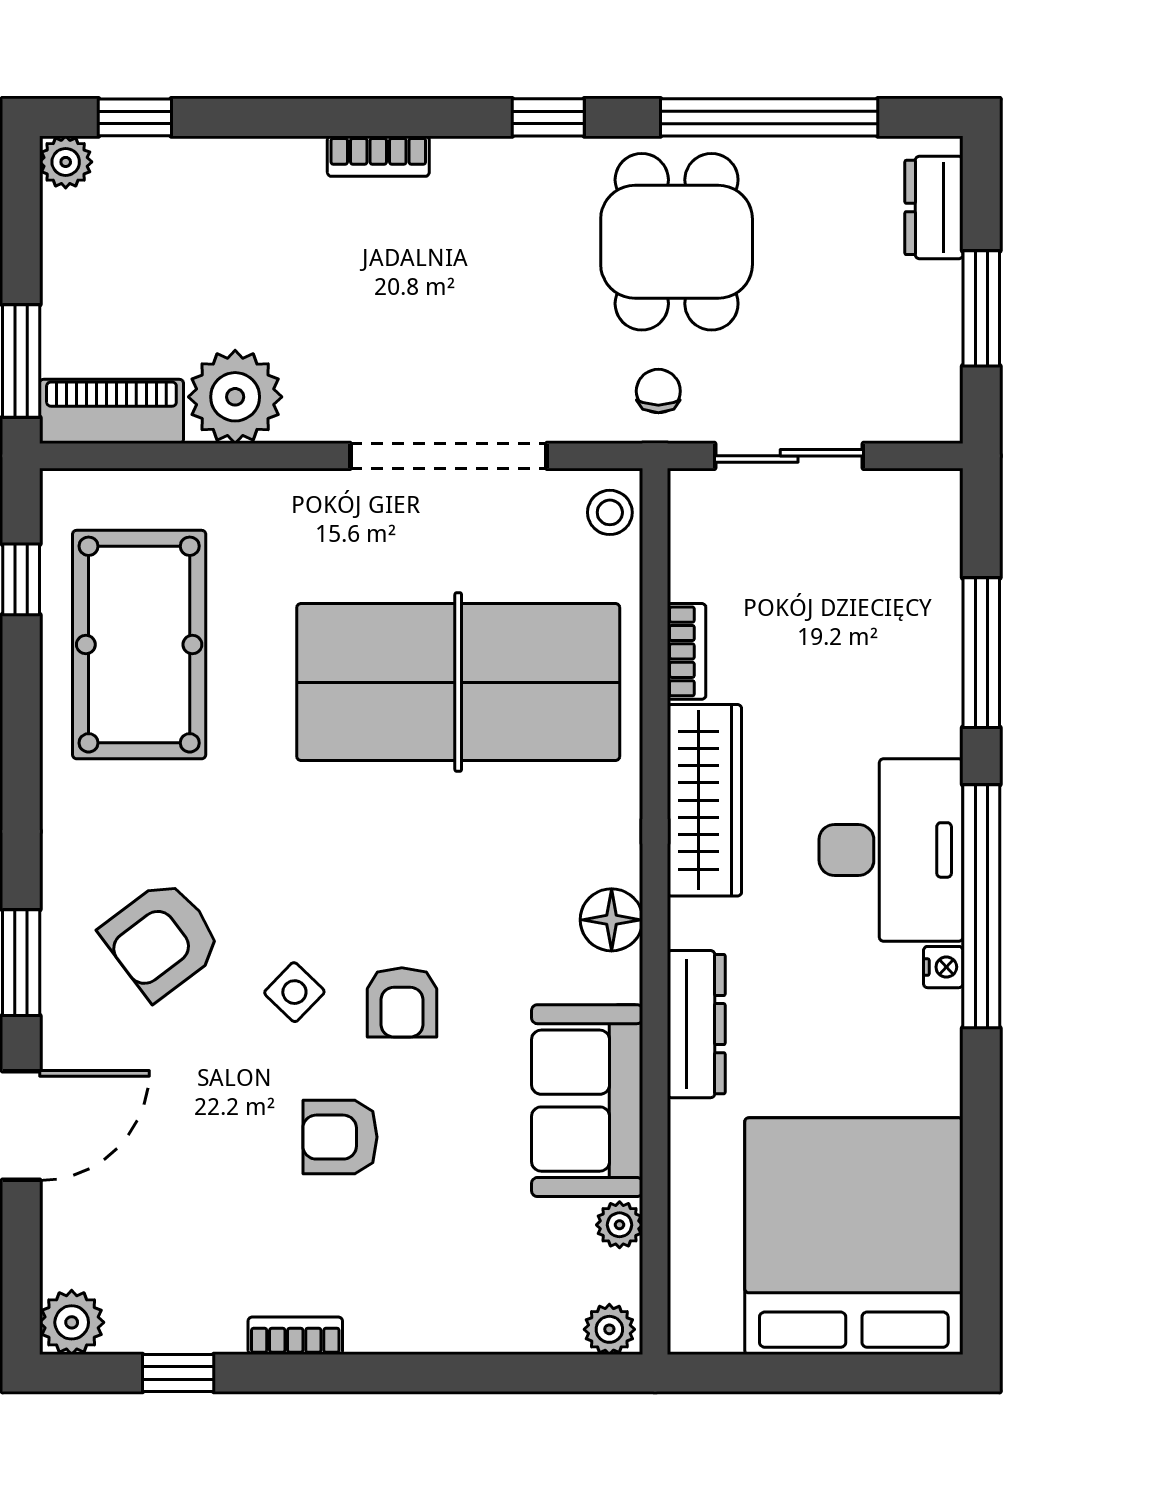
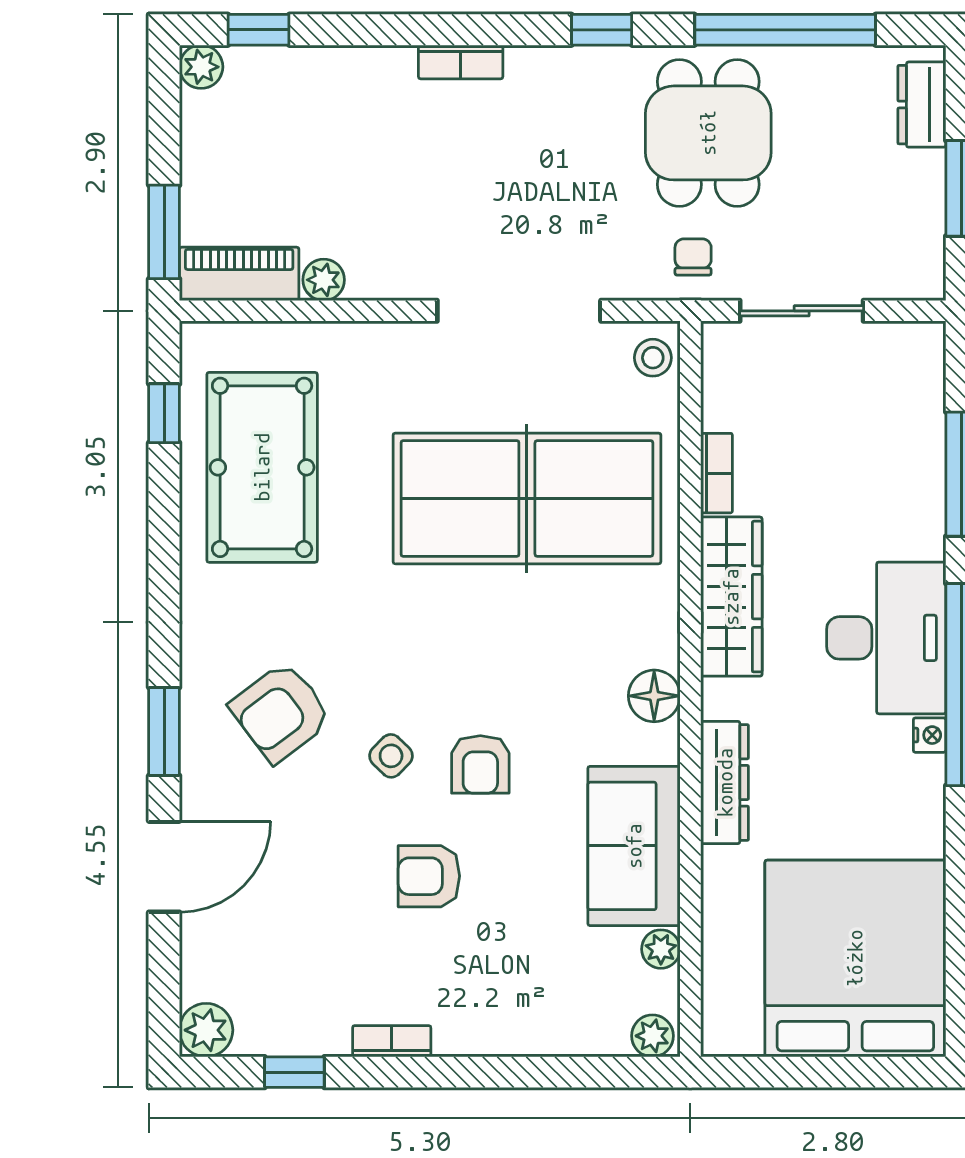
plant: (235, 397) -> (324, 280), width x0.53, depth x0.53

